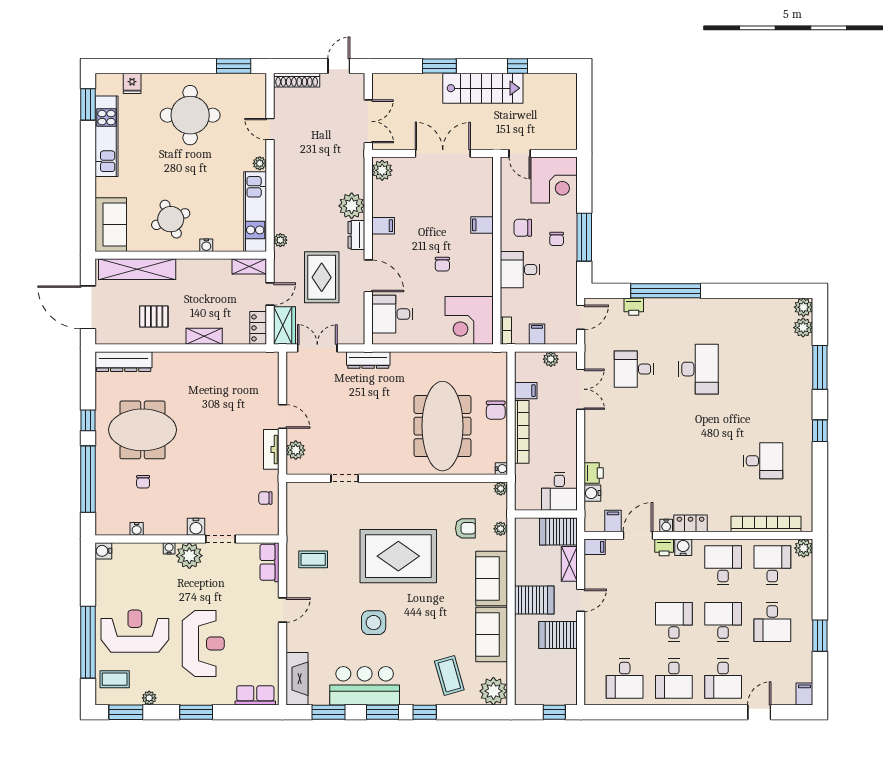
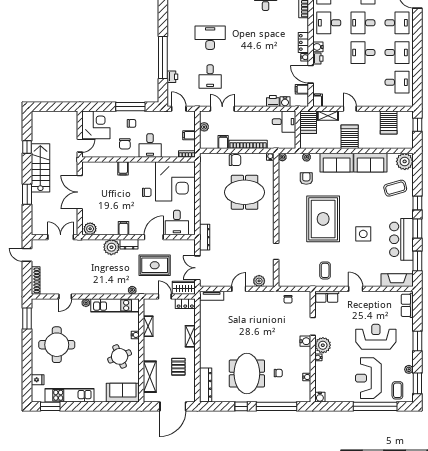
shelving: (249, 266) -> (148, 326), moved
shelving: (137, 269) -> (150, 377), width x0.68
corner desk: (469, 320) -> (175, 181), width x1.36, depth x1.36
meeting table: (442, 426) -> (245, 192), width x0.73
tv unit: (271, 449) -> (212, 296), moved
server rack: (558, 635) -> (389, 122), moved

